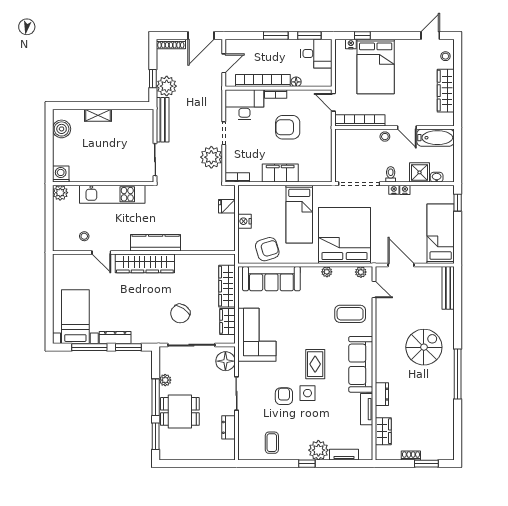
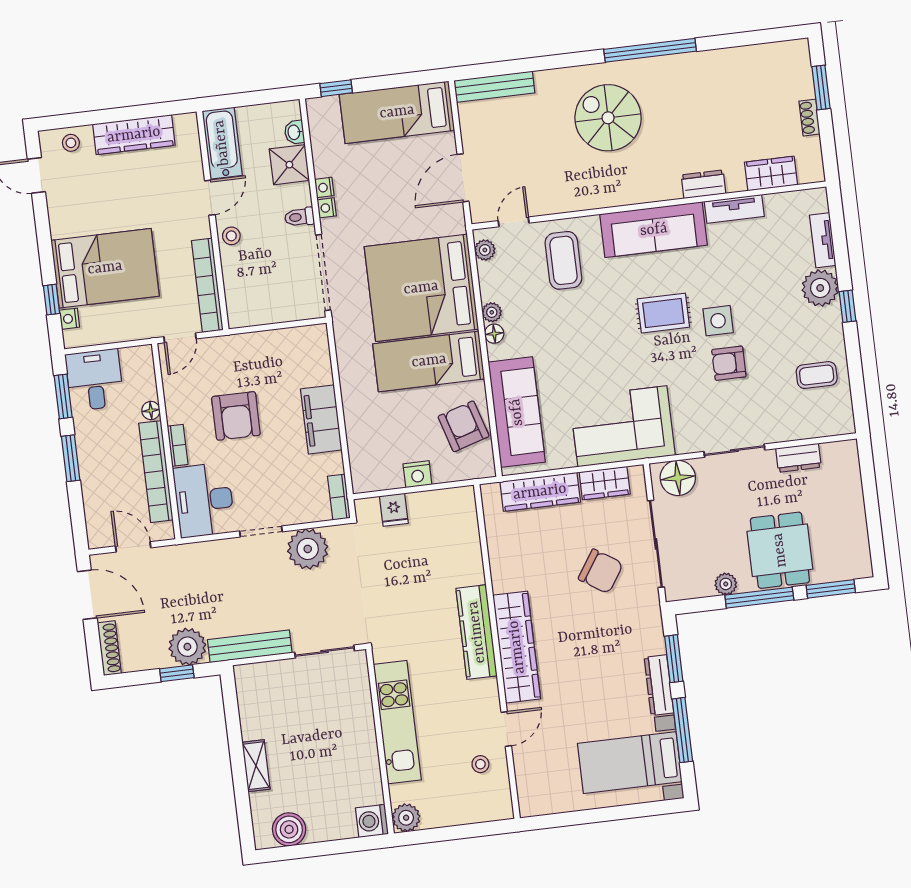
bed: (299, 214) -> (429, 361), moved, turned 180
floor lamp: (315, 272) -> (494, 334), added

